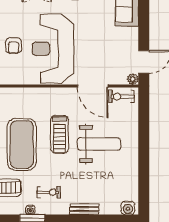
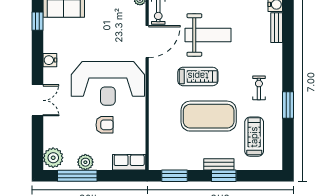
weight bench: (99, 144) -> (208, 35), turned 90
bench: (84, 209) -> (277, 28), moved
water cooler: (30, 210) -> (278, 107), removed

